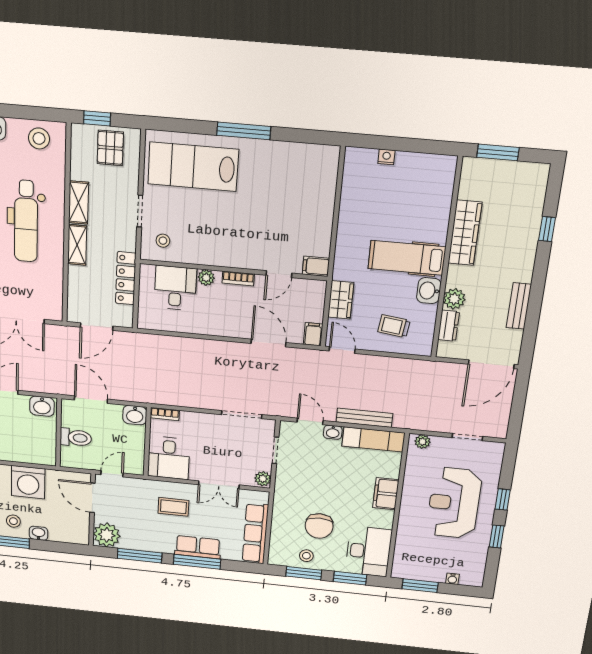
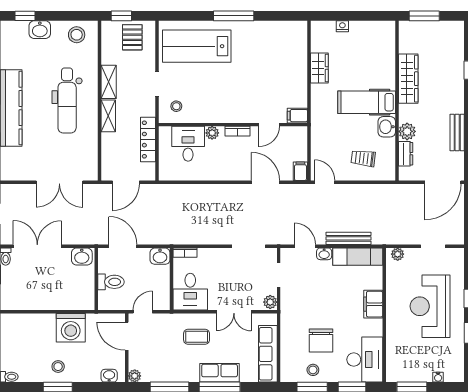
wardrobe: (341, 300) -> (319, 68), moved
washbasin: (38, 533) -> (109, 376), moved
plant: (107, 535) -> (135, 376), width x0.53, depth x0.53

